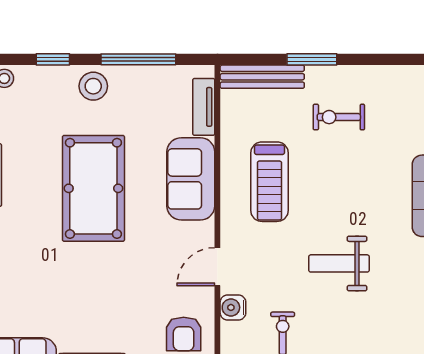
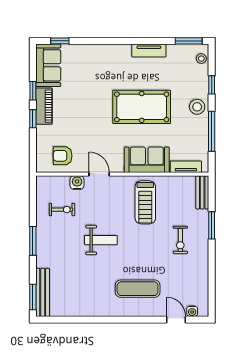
bench: (262, 77) -> (202, 192), width x0.73
exercise bike: (339, 117) -> (180, 240), turned 180
treadmill: (269, 182) -> (145, 202), turned -90
weight bench: (339, 263) -> (101, 240), turned 90

